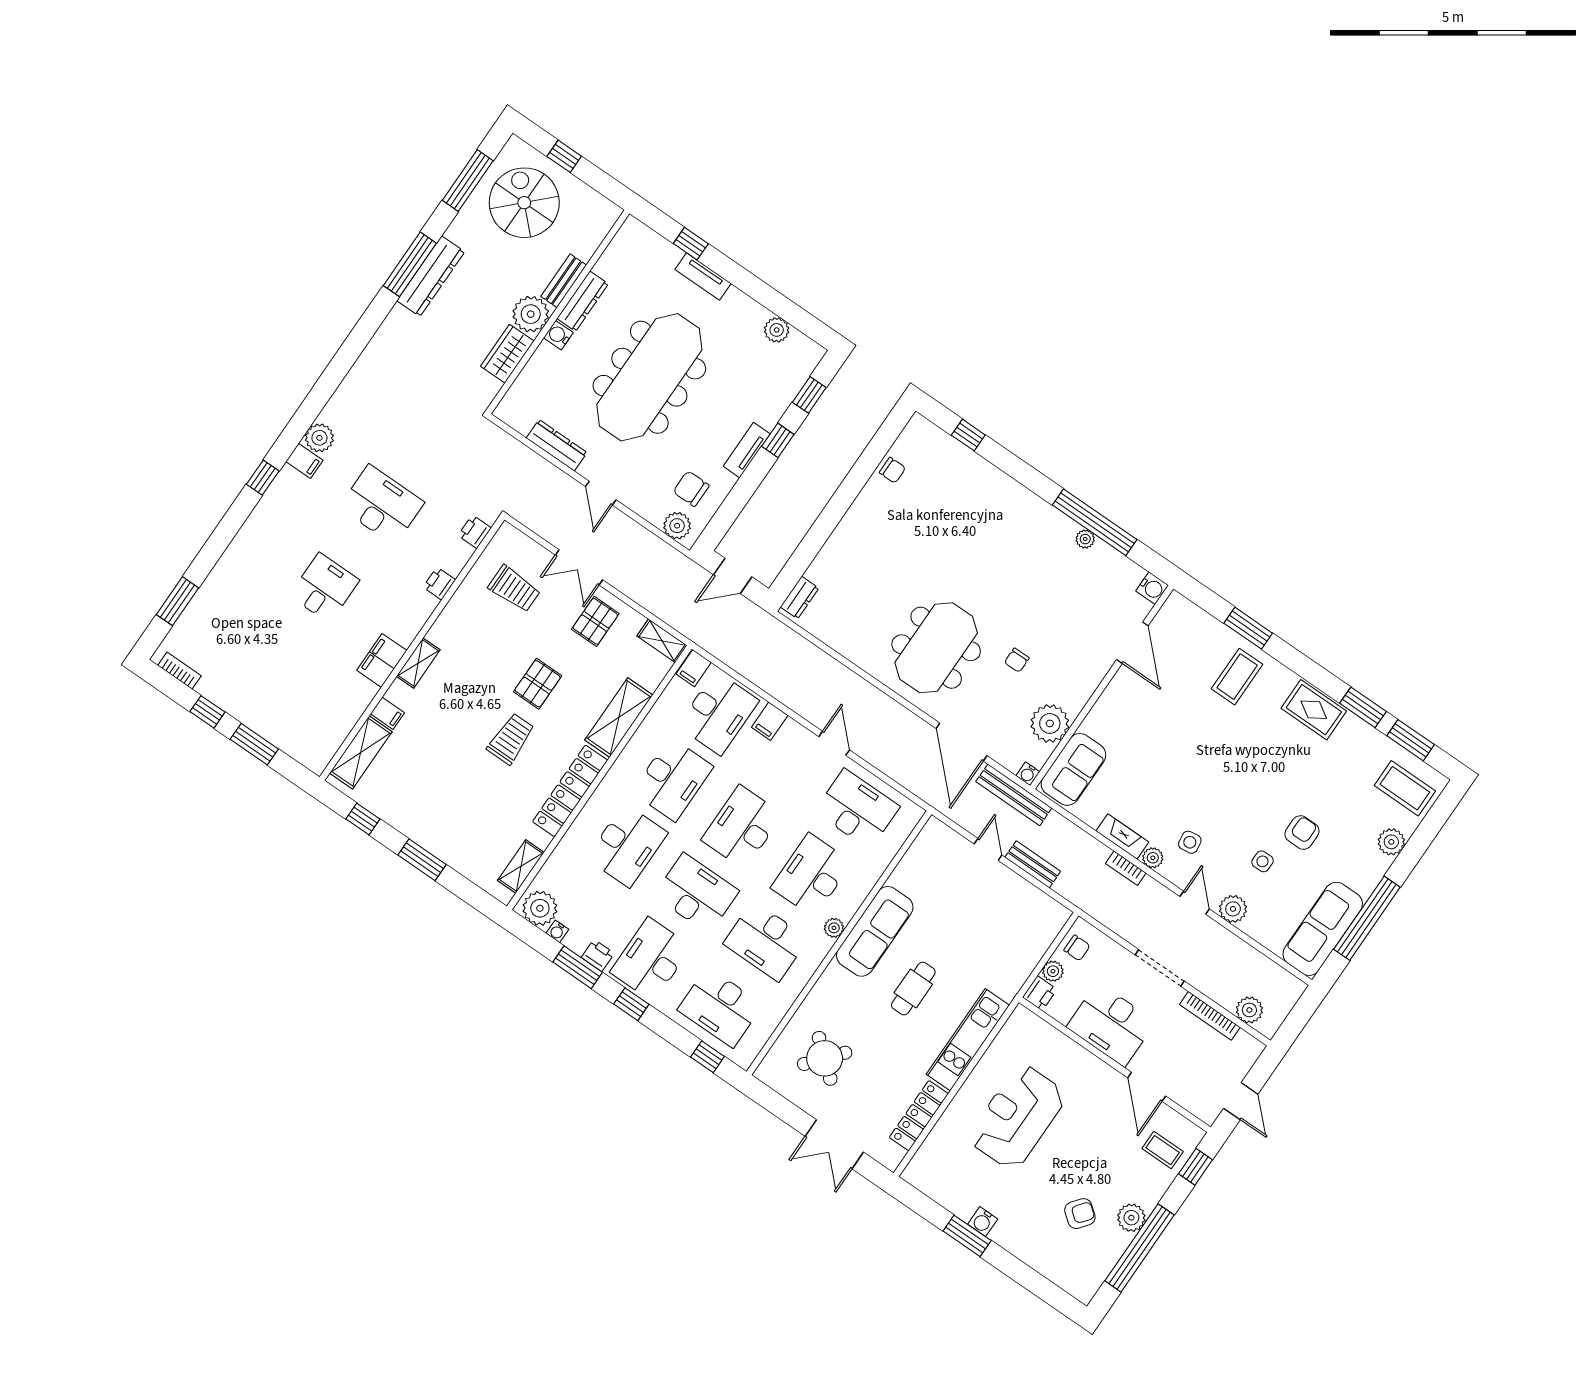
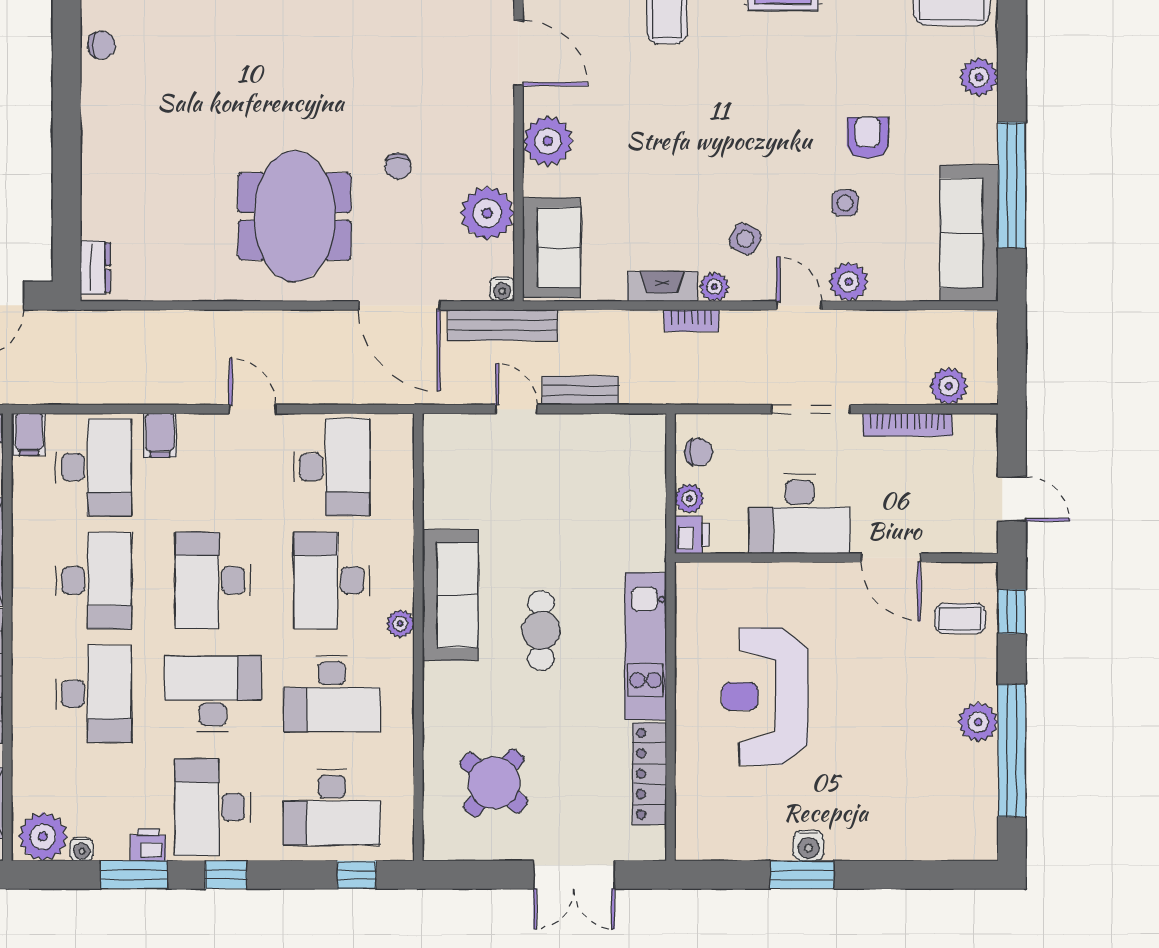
plant: (1114, 706) -> (548, 141), added
desk: (857, 809) -> (332, 467), turned 90
side table: (1190, 842) -> (745, 239), turned 34
armchair: (1080, 1214) -> (915, 759), removed

